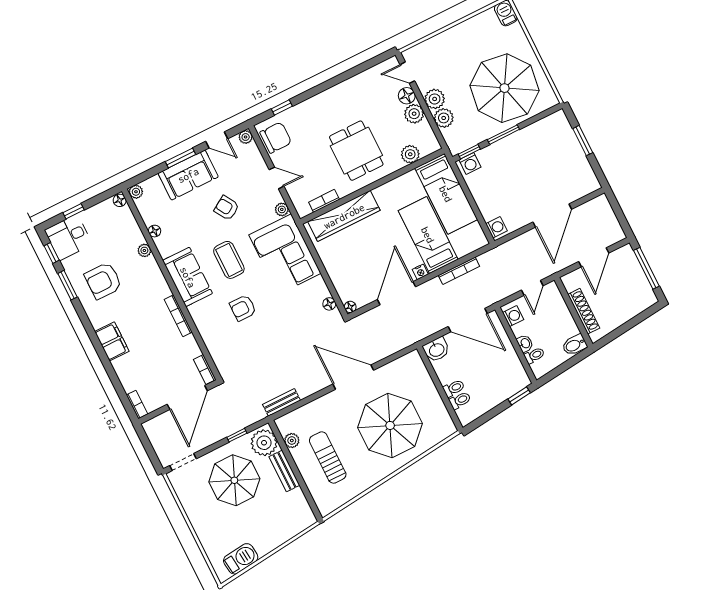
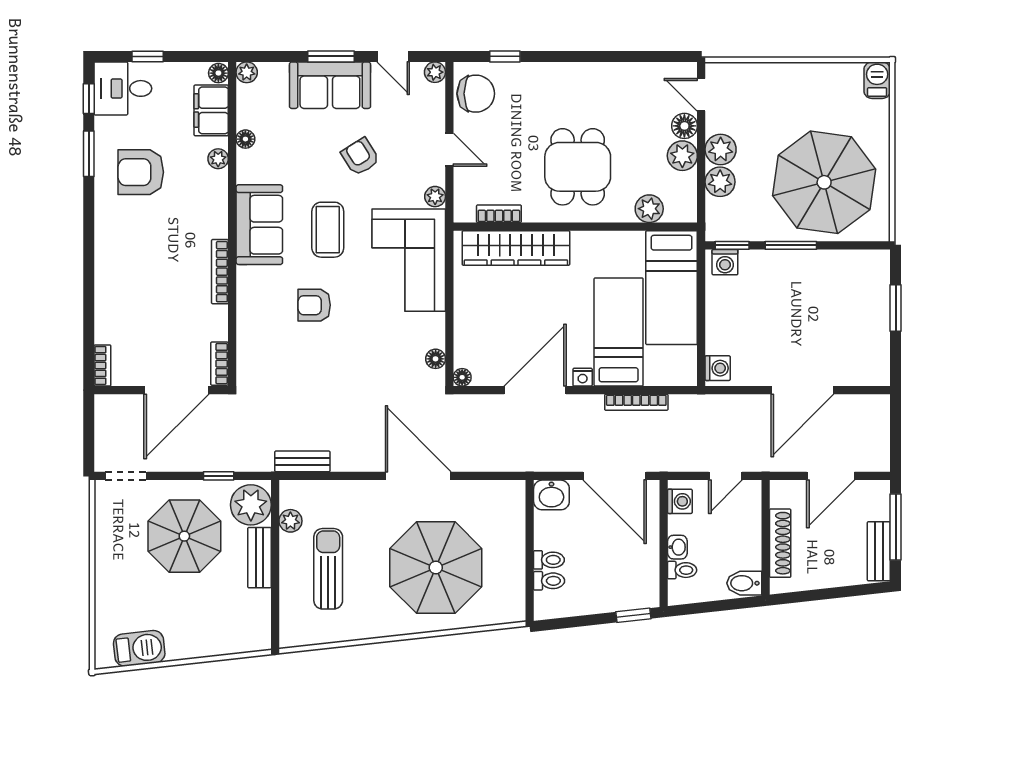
bench: (644, 287) -> (879, 551), added
filing cabinet: (112, 341) -> (211, 110), moved, turned 180

